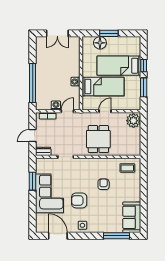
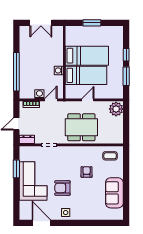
floor lamp: (100, 43) -> (83, 32), removed
bed: (119, 66) -> (87, 56), moved, turned 180
dining table: (98, 139) -> (81, 127), width x1.38
sofa: (132, 217) -> (114, 193), moved
window: (117, 236) -> (99, 223), removed

